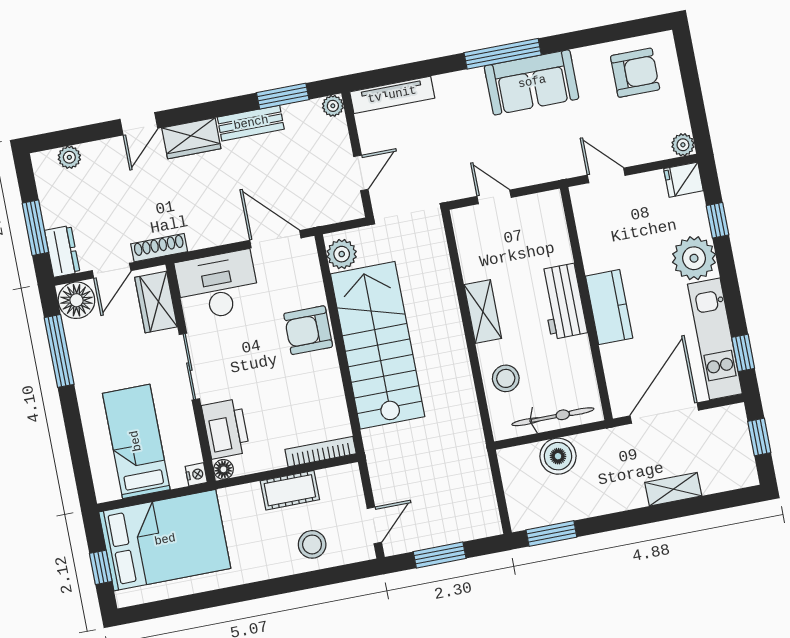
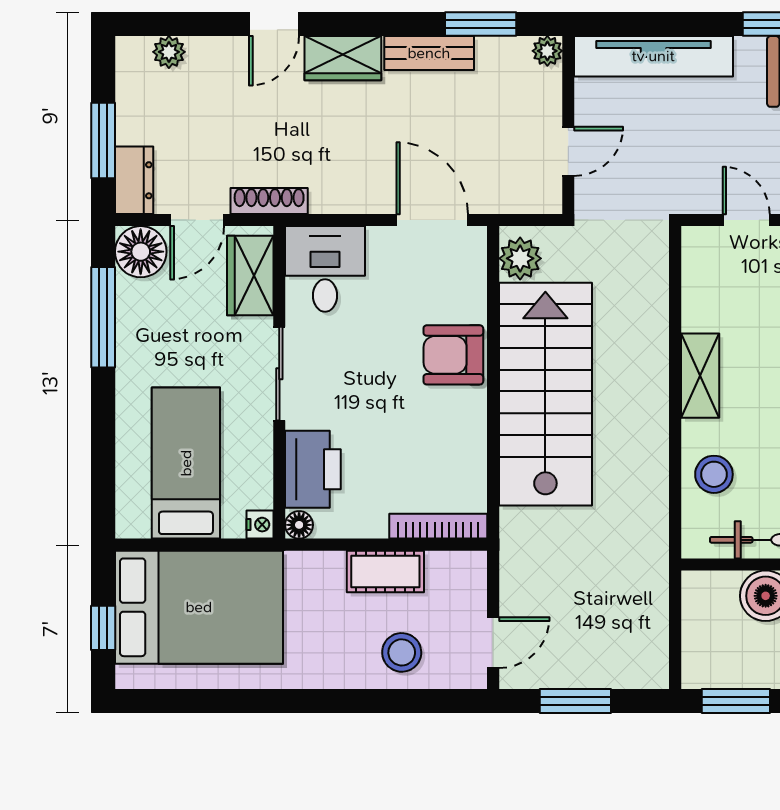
tv unit: (392, 95) -> (653, 56), width x1.36, depth x1.29
desk: (218, 286) -> (325, 269), width x0.73

